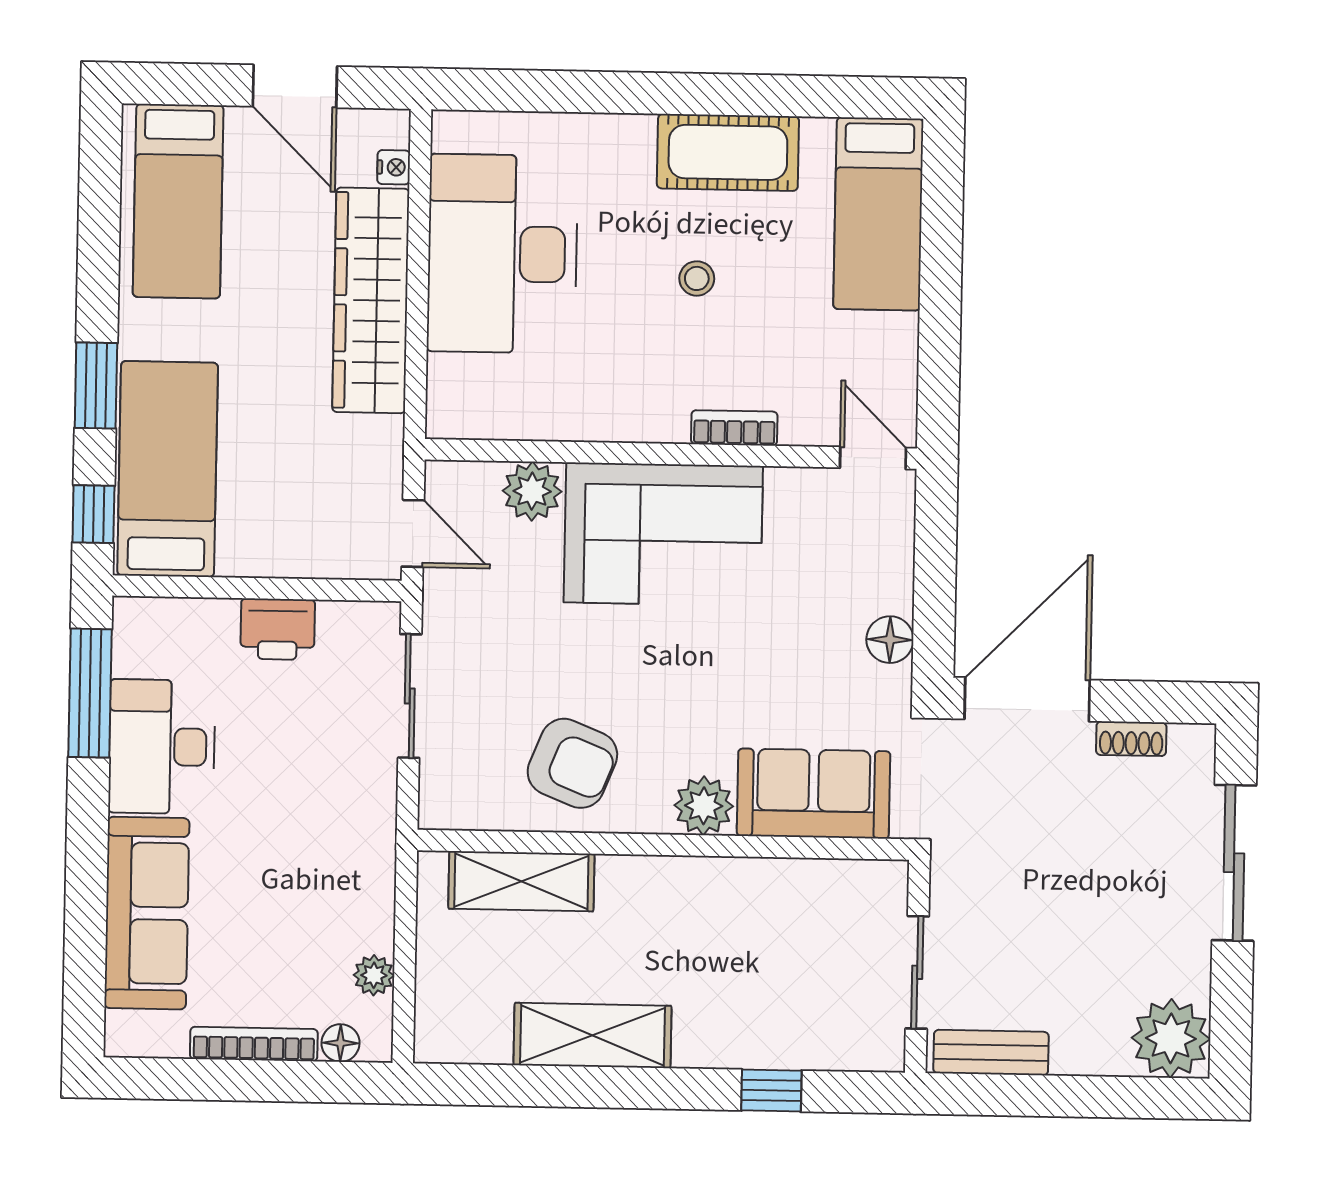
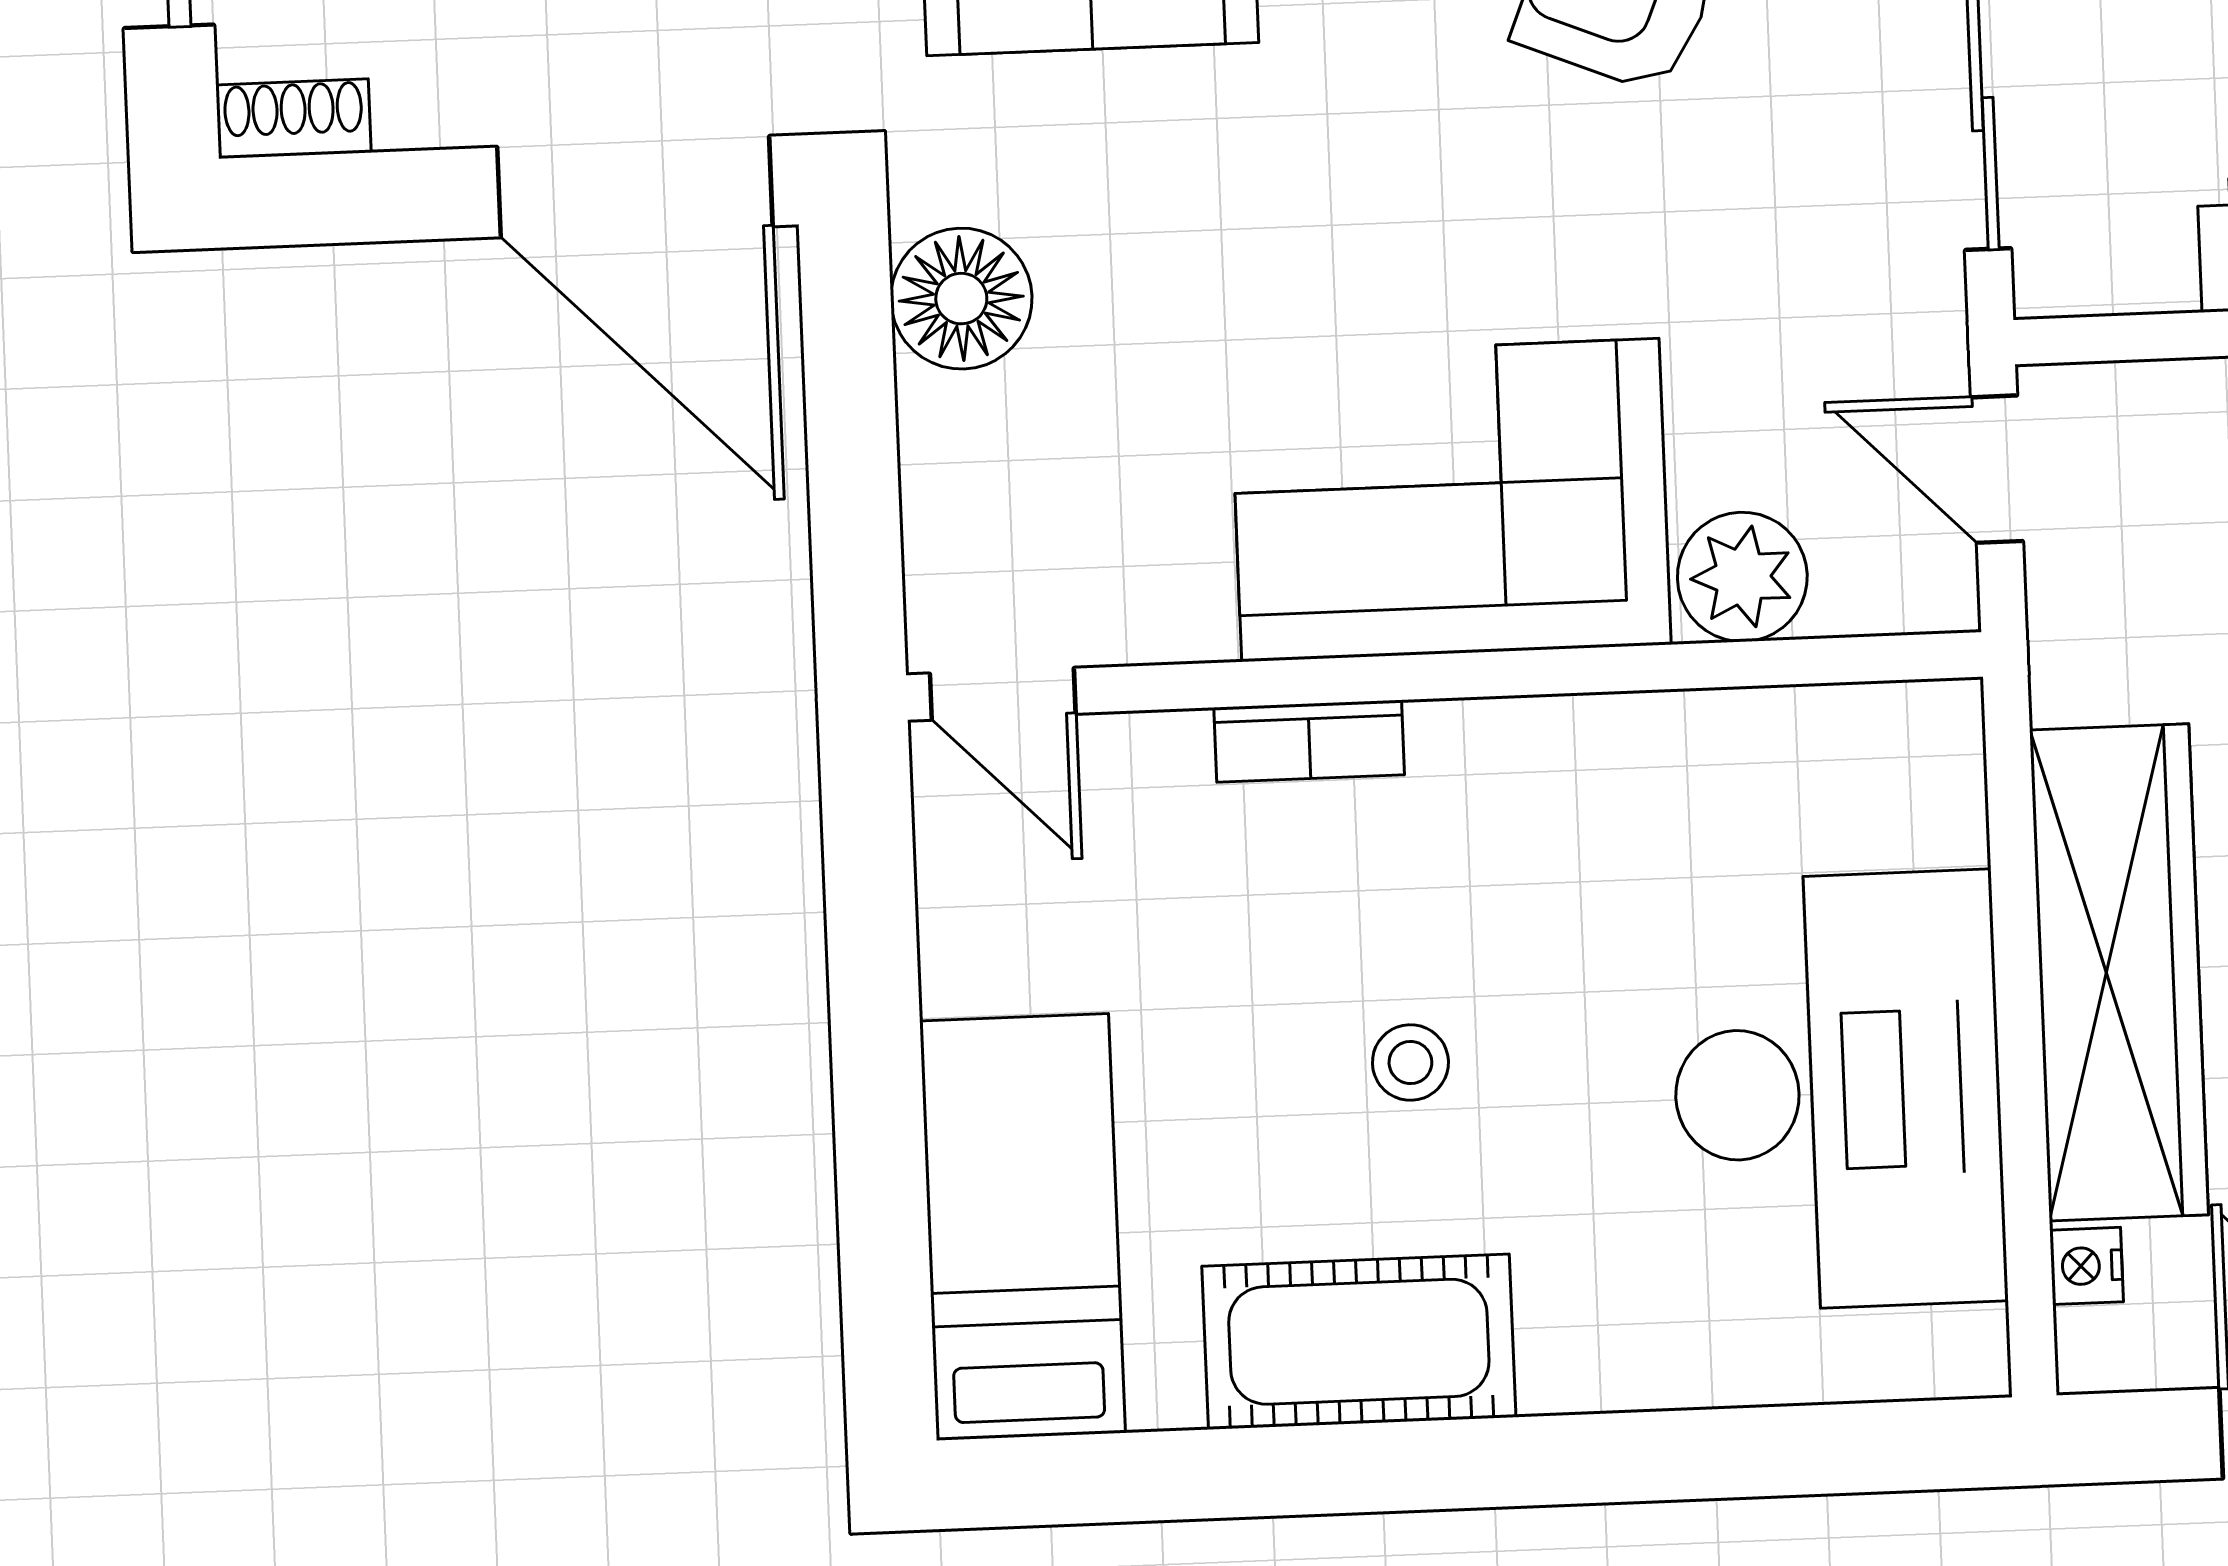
floor lamp: (890, 640) -> (961, 299), width x1.38, depth x1.38
door: (1027, 699) -> (635, 187), hinge flipped
shoe rack: (1131, 739) -> (293, 119), moved

